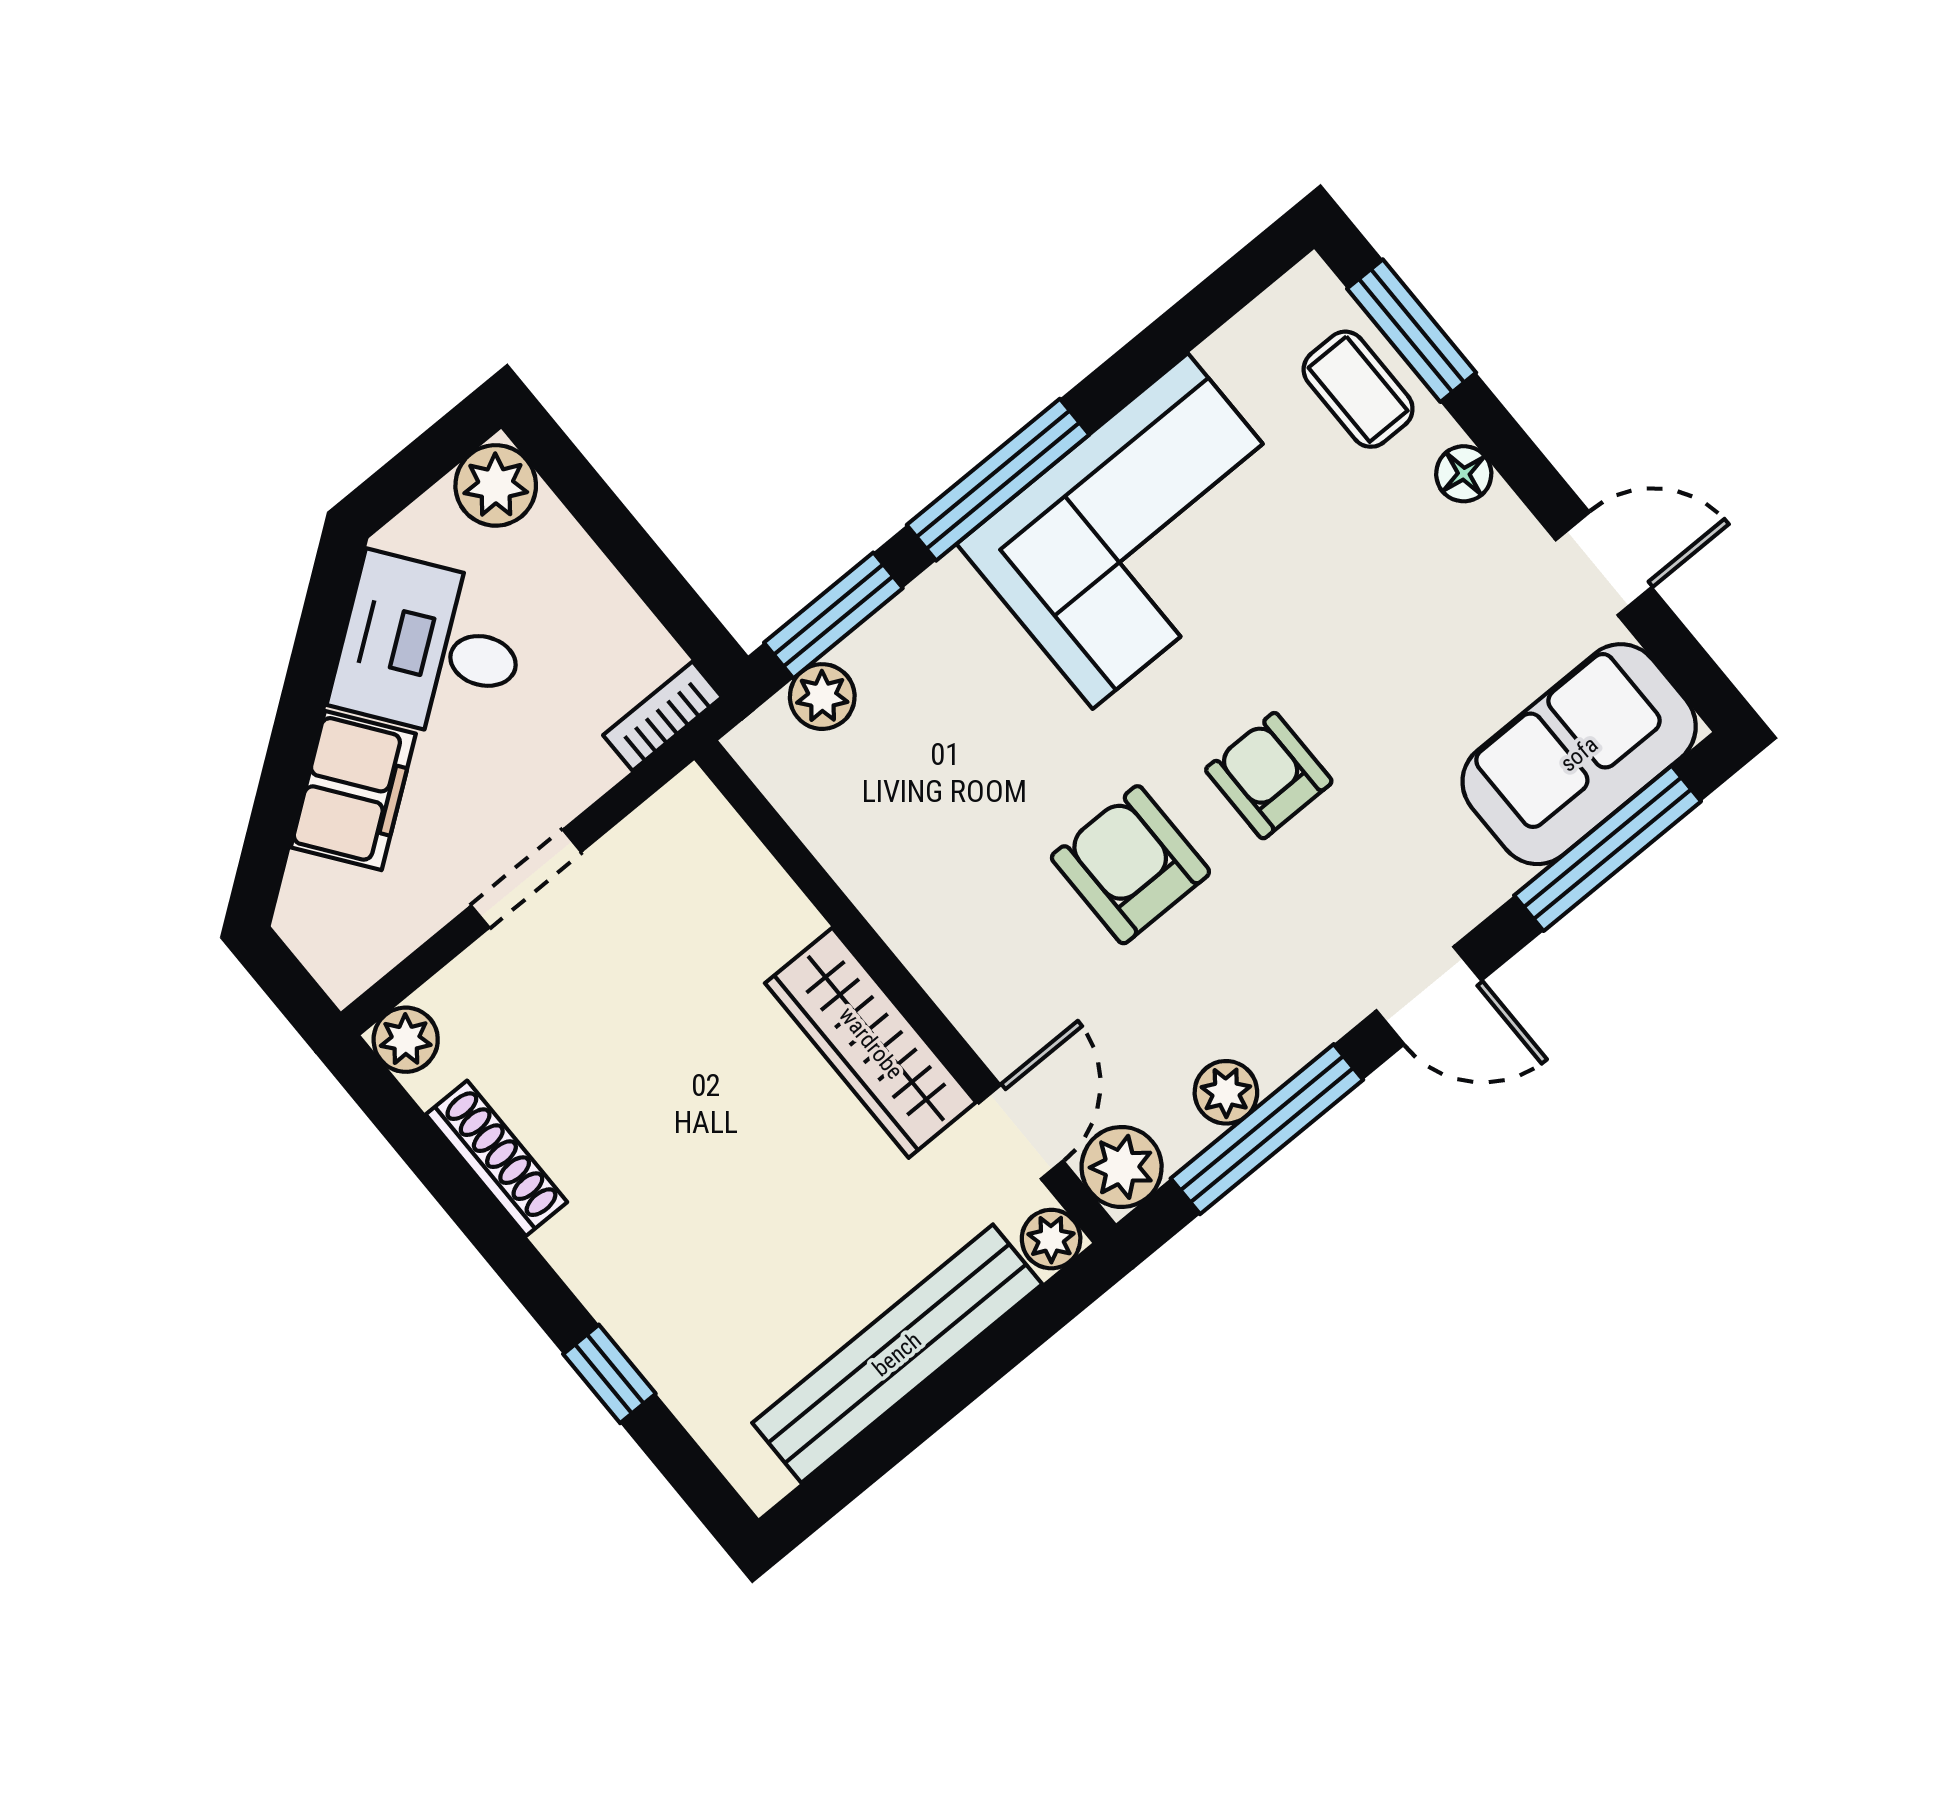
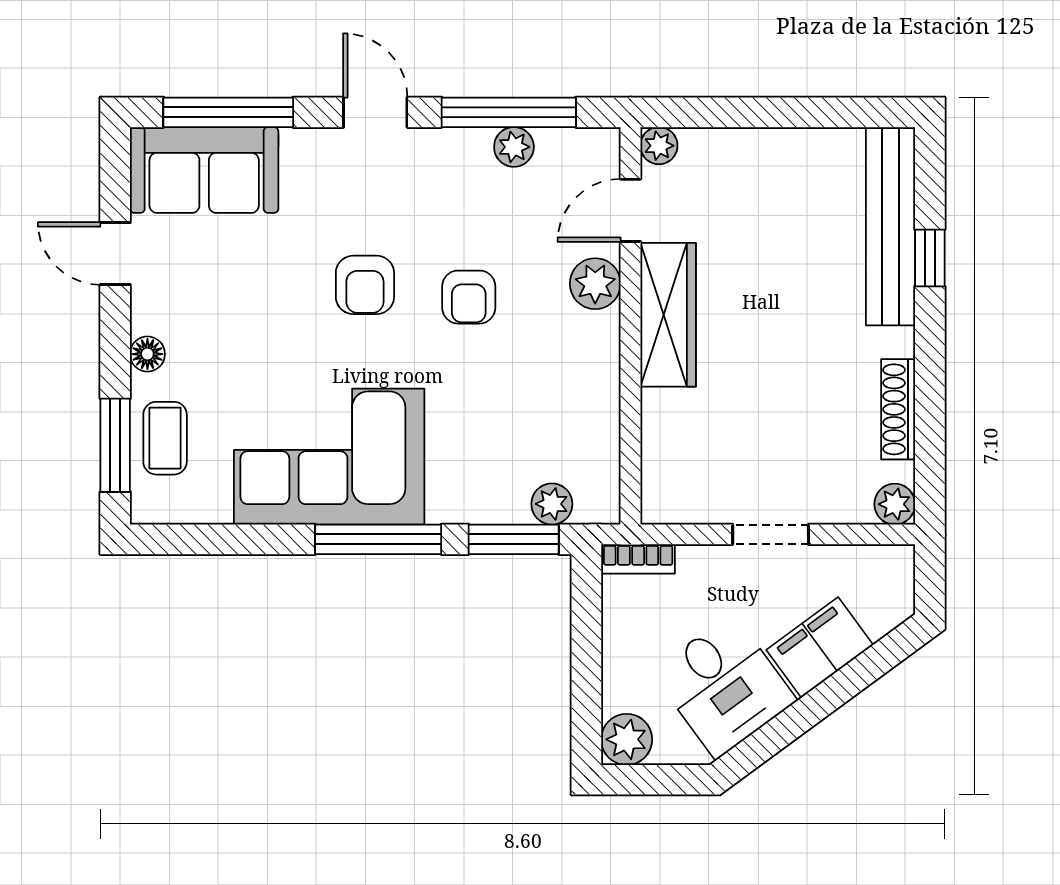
armchair: (1130, 865) -> (469, 297), width x0.72, depth x0.72
plant: (1122, 1167) -> (595, 284), moved
bench: (897, 1354) -> (890, 226), moved, turned 90

